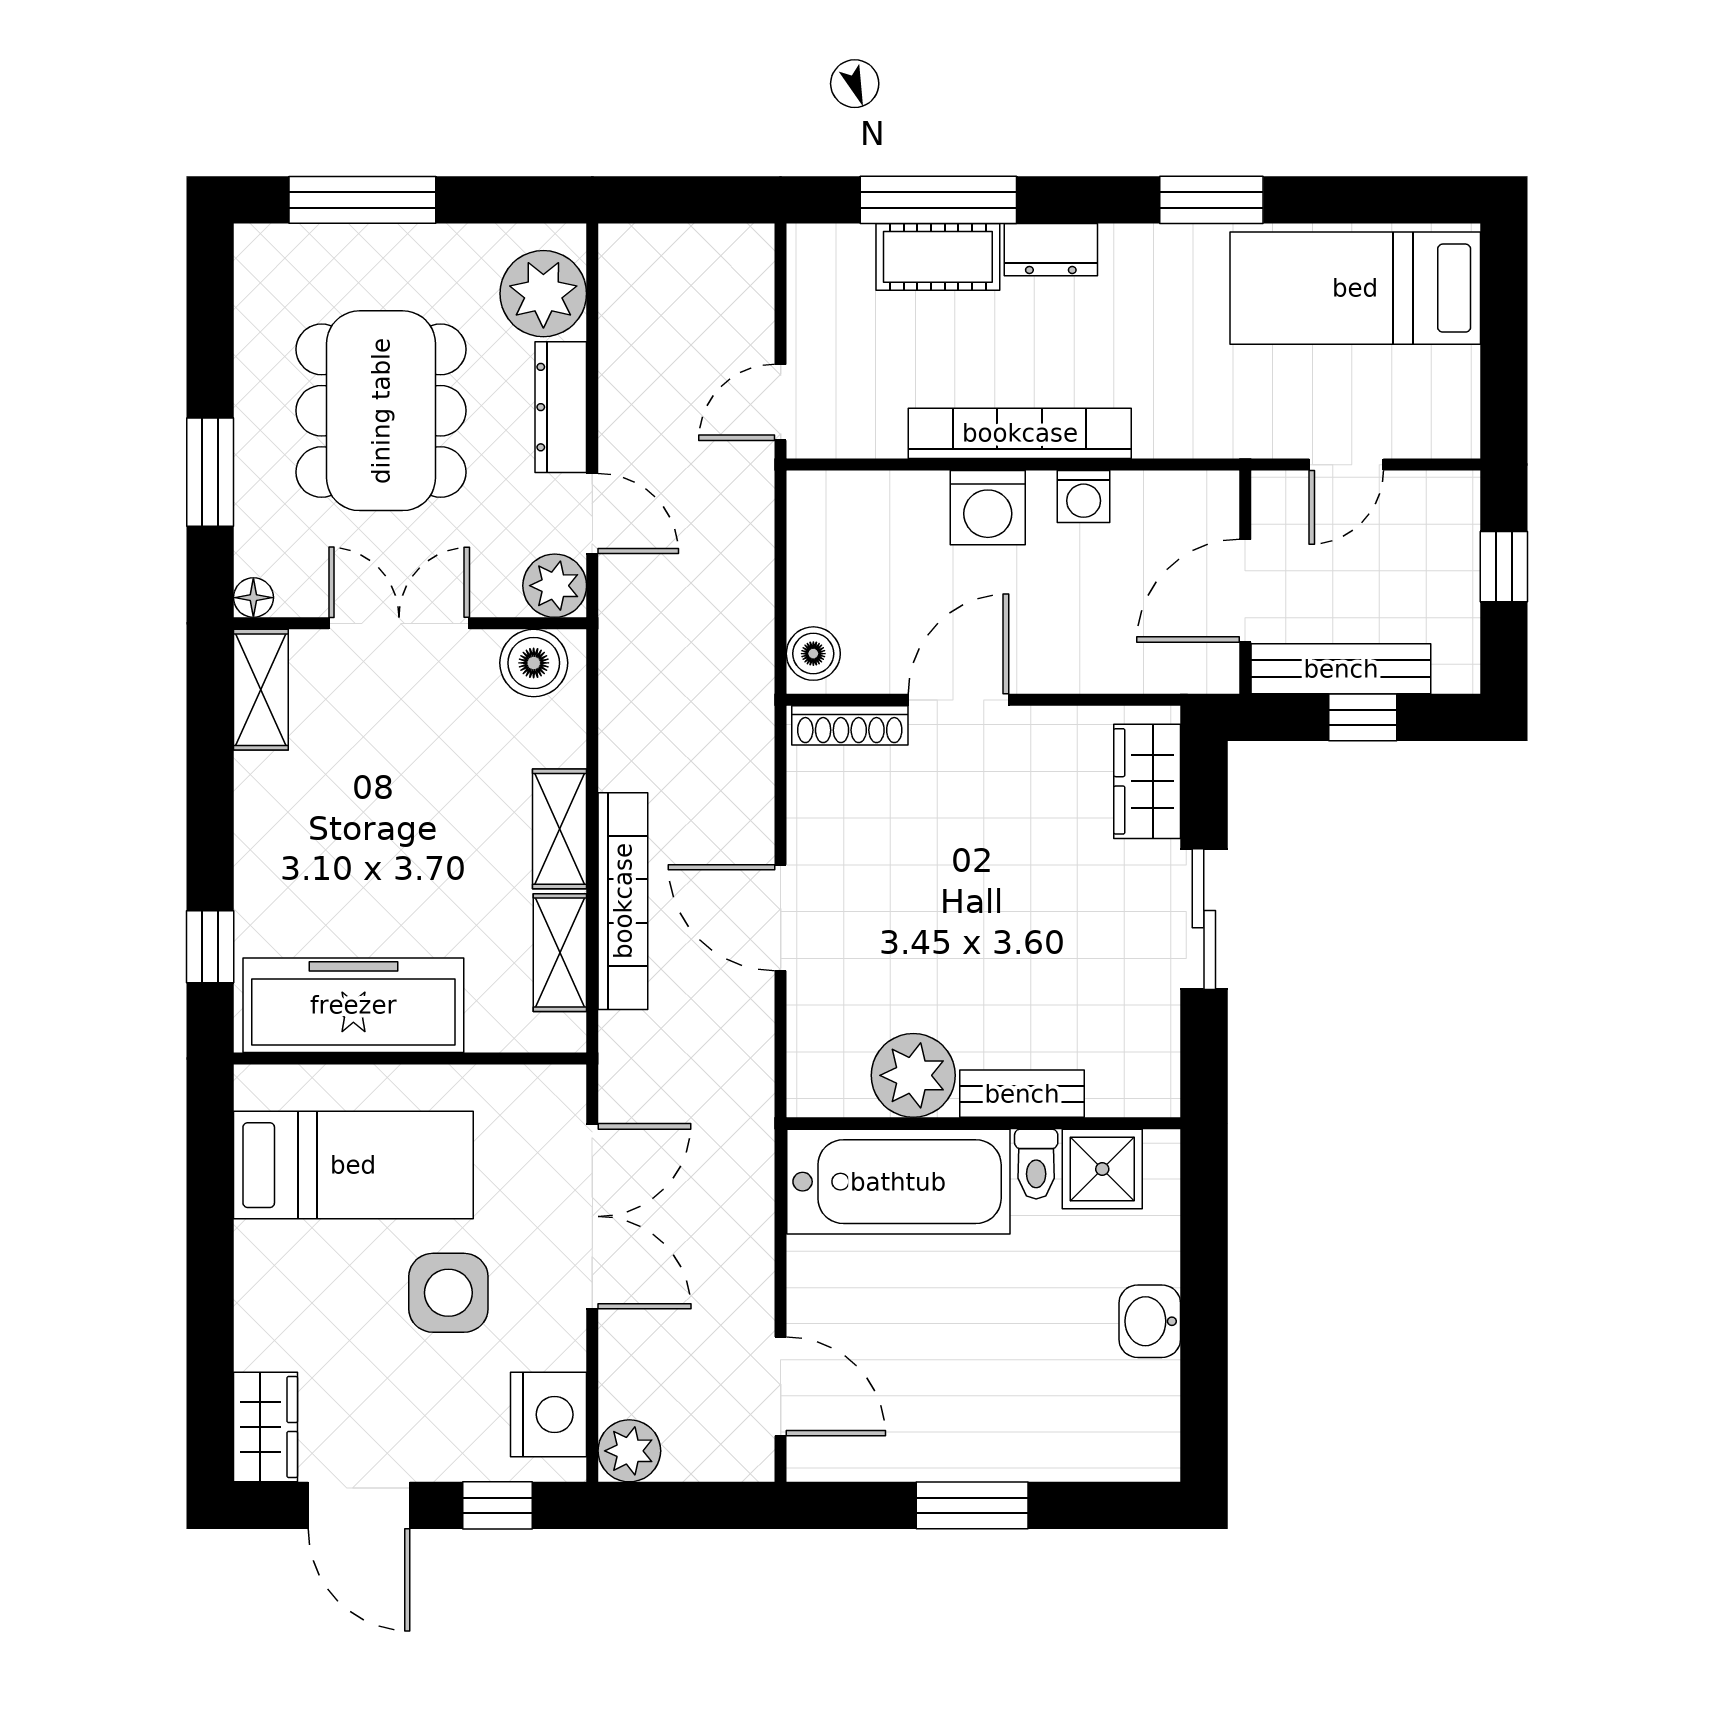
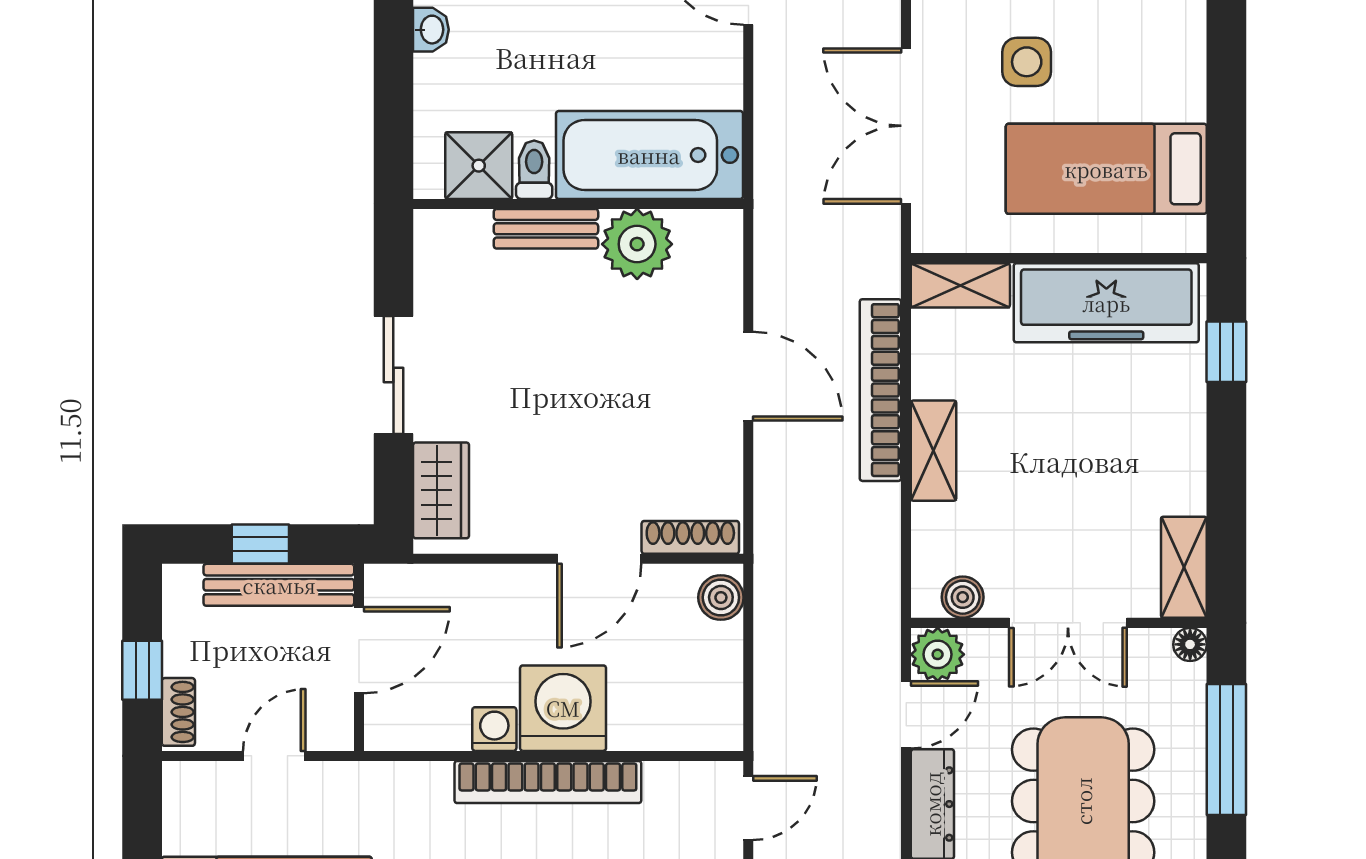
window: (210, 472) -> (1226, 749), width x1.44
washing machine: (988, 508) -> (563, 708), width x1.37, depth x1.37
door: (592, 514) -> (906, 715), swing flipped
shoe rack: (1461, 517) -> (178, 712), added
boiler: (534, 663) -> (963, 597), width x0.73, depth x0.73
shelving: (560, 953) -> (960, 285), moved, turned 90
side table: (448, 1293) -> (1027, 62), width x0.73, depth x0.73
washbasin: (1150, 1321) -> (431, 30), width x0.72, depth x0.69

